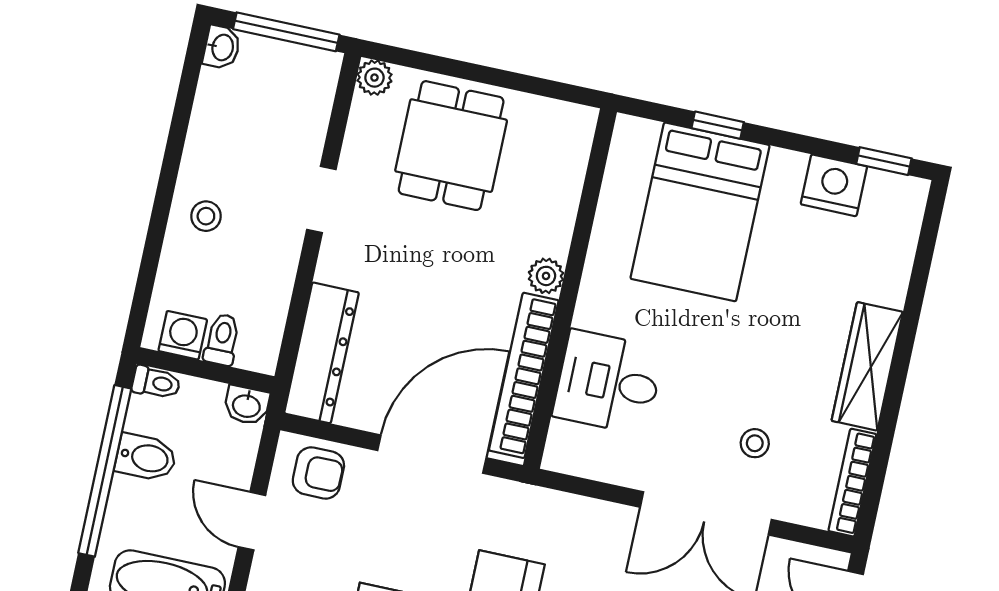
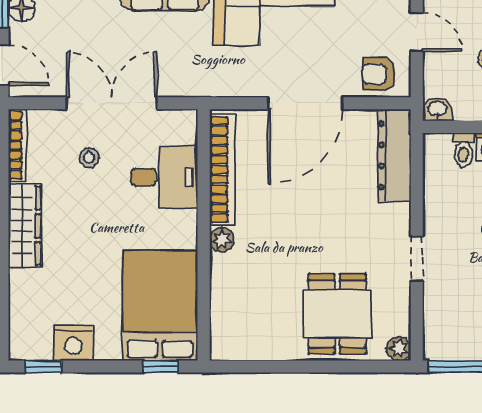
plant: (546, 276) -> (222, 240), moved
wall: (570, 289) -> (204, 235), moved
bookcase: (524, 375) -> (222, 170), moved
desk: (608, 382) -> (164, 177), moved

